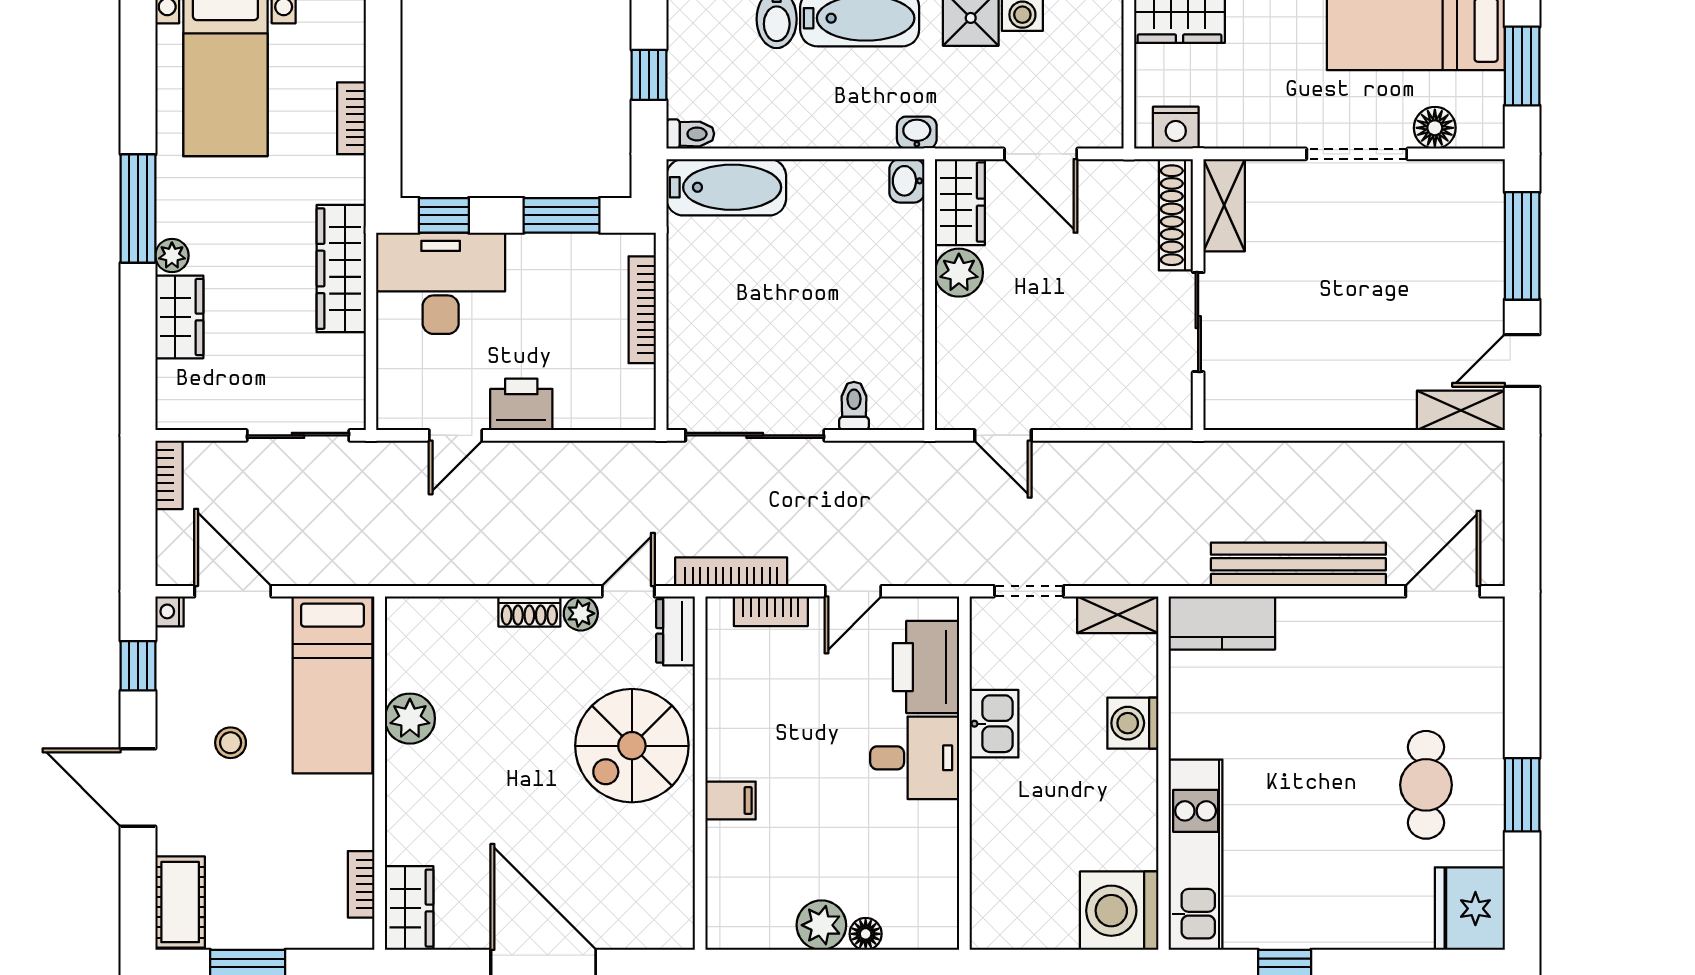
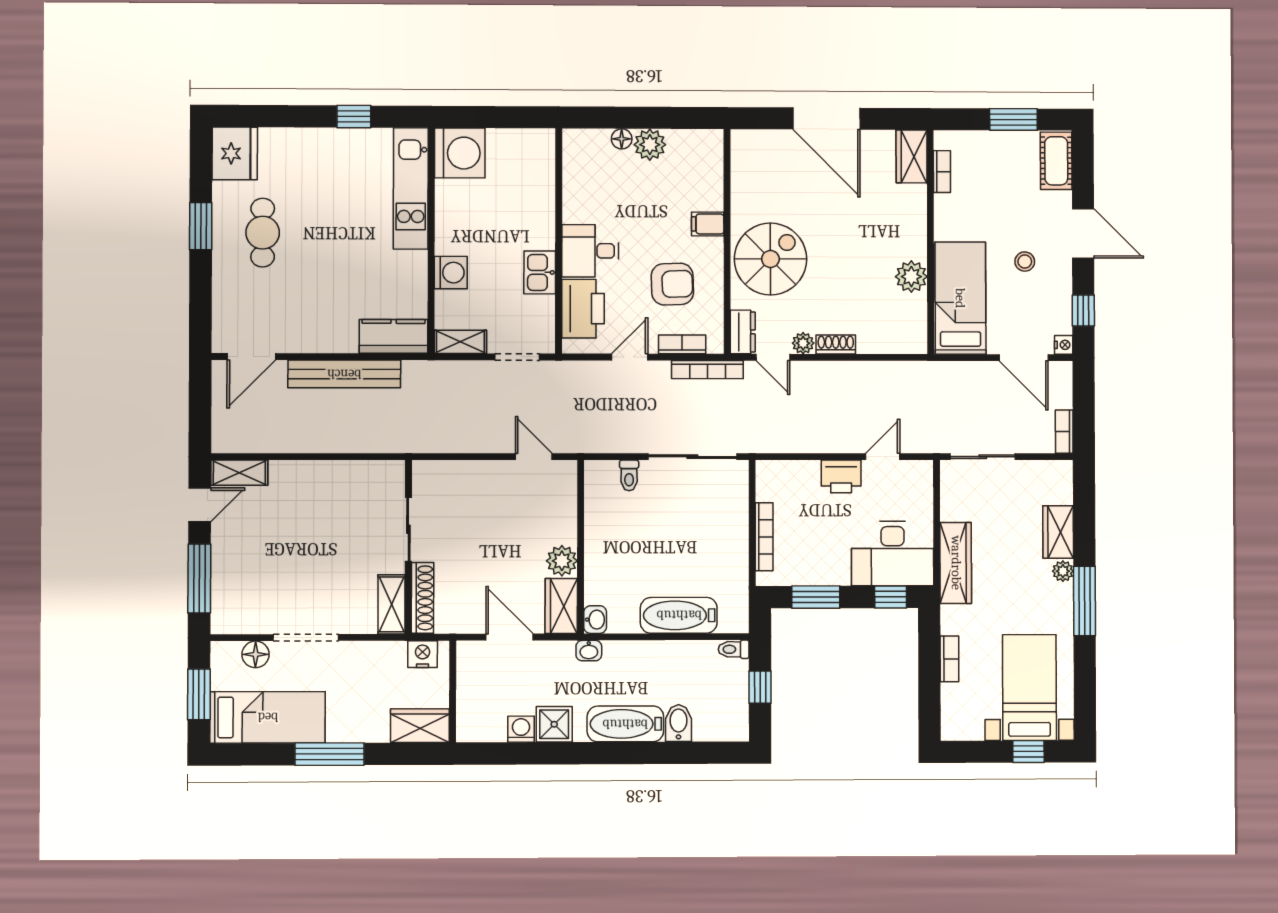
bathtub: (726, 187) -> (679, 615), moved
door: (628, 591) -> (773, 357), hinge flipped
armchair: (786, 706) -> (672, 284), added

